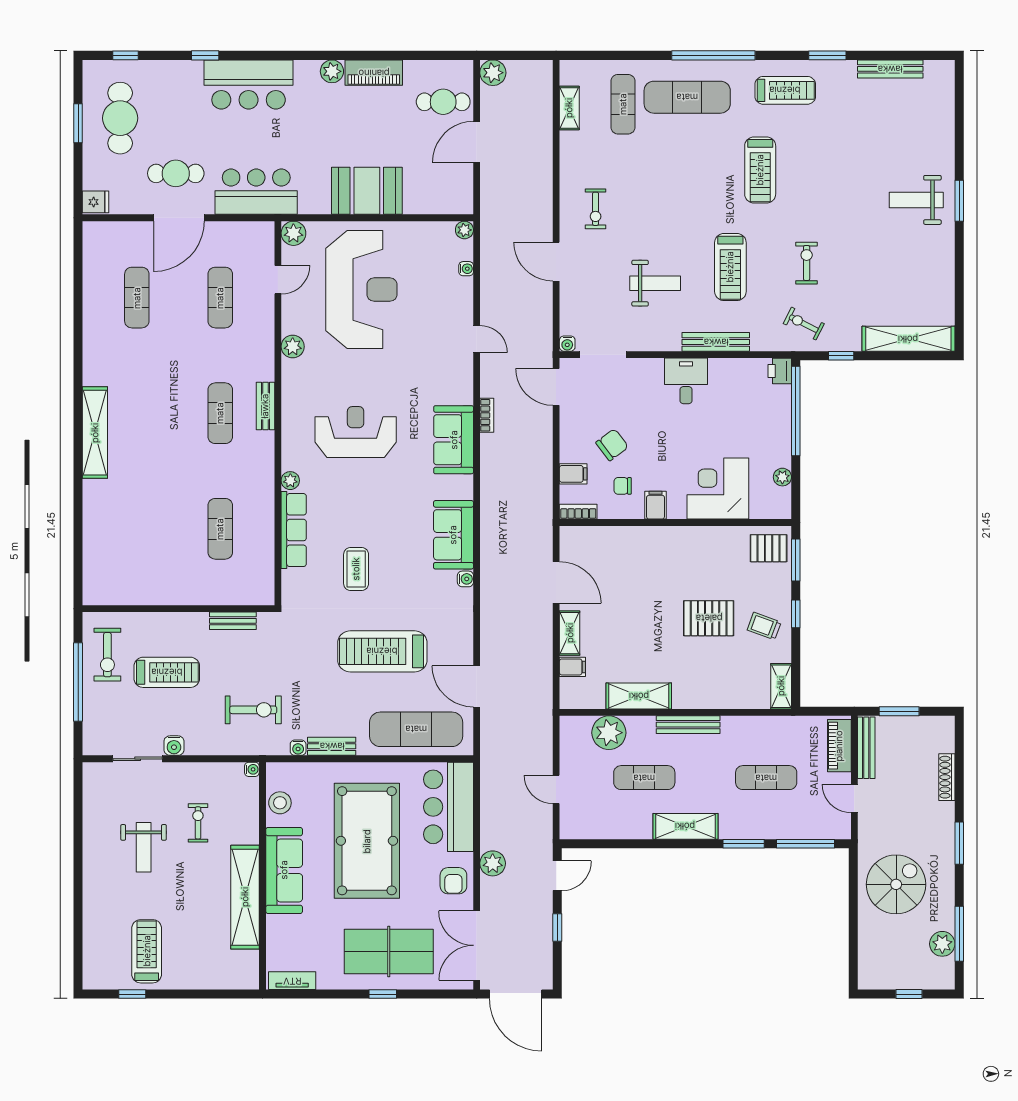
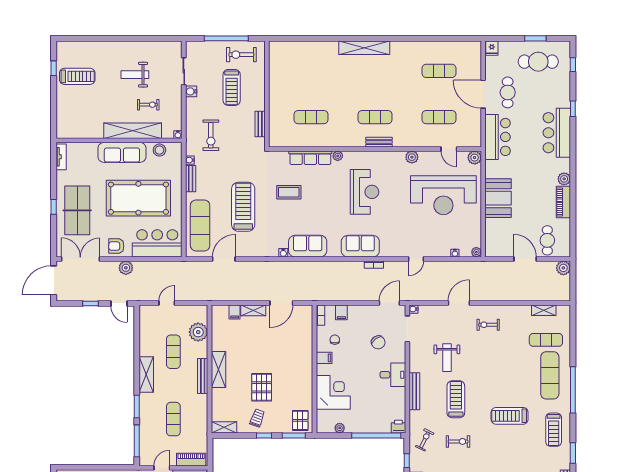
treadmill: (730, 267) -> (456, 399), turned 90
chair: (612, 445) -> (378, 342), moved
shelving: (639, 696) -> (218, 370), moved
shelving: (245, 897) -> (133, 131), moved

